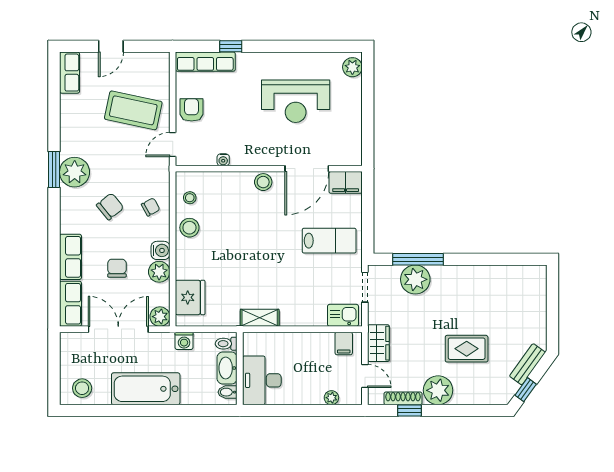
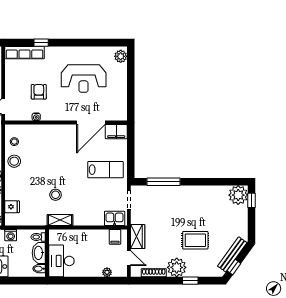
armchair: (192, 110) -> (39, 92), moved
stool: (263, 182) -> (56, 195), moved
plant: (415, 279) -> (238, 195), moved
window: (553, 287) -> (251, 200), added
fridge: (190, 297) -> (12, 207), width x0.53, depth x0.75
bench: (527, 364) -> (232, 254), width x1.36
window: (409, 410) -> (190, 281), moved

